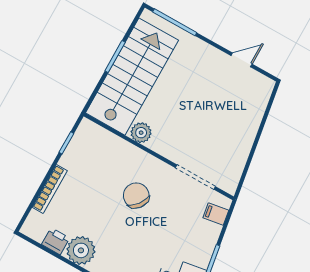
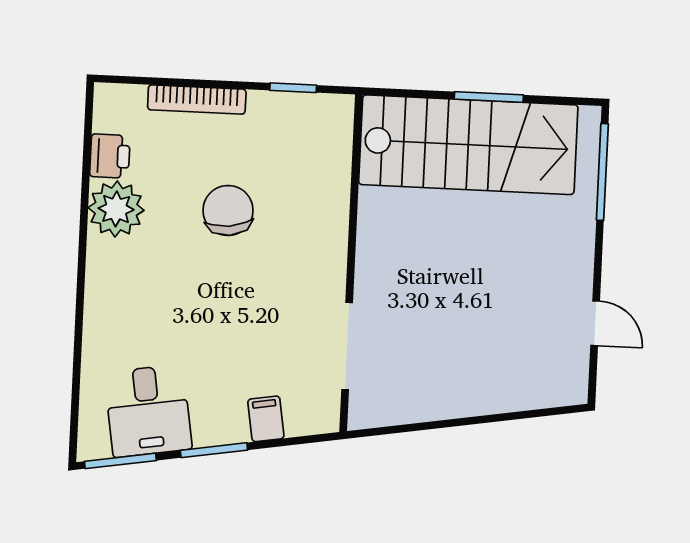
plant: (141, 133) -> (377, 211), removed
chair: (136, 196) -> (228, 210), moved, turned -45
filing cabinet: (216, 214) -> (266, 419), moved

